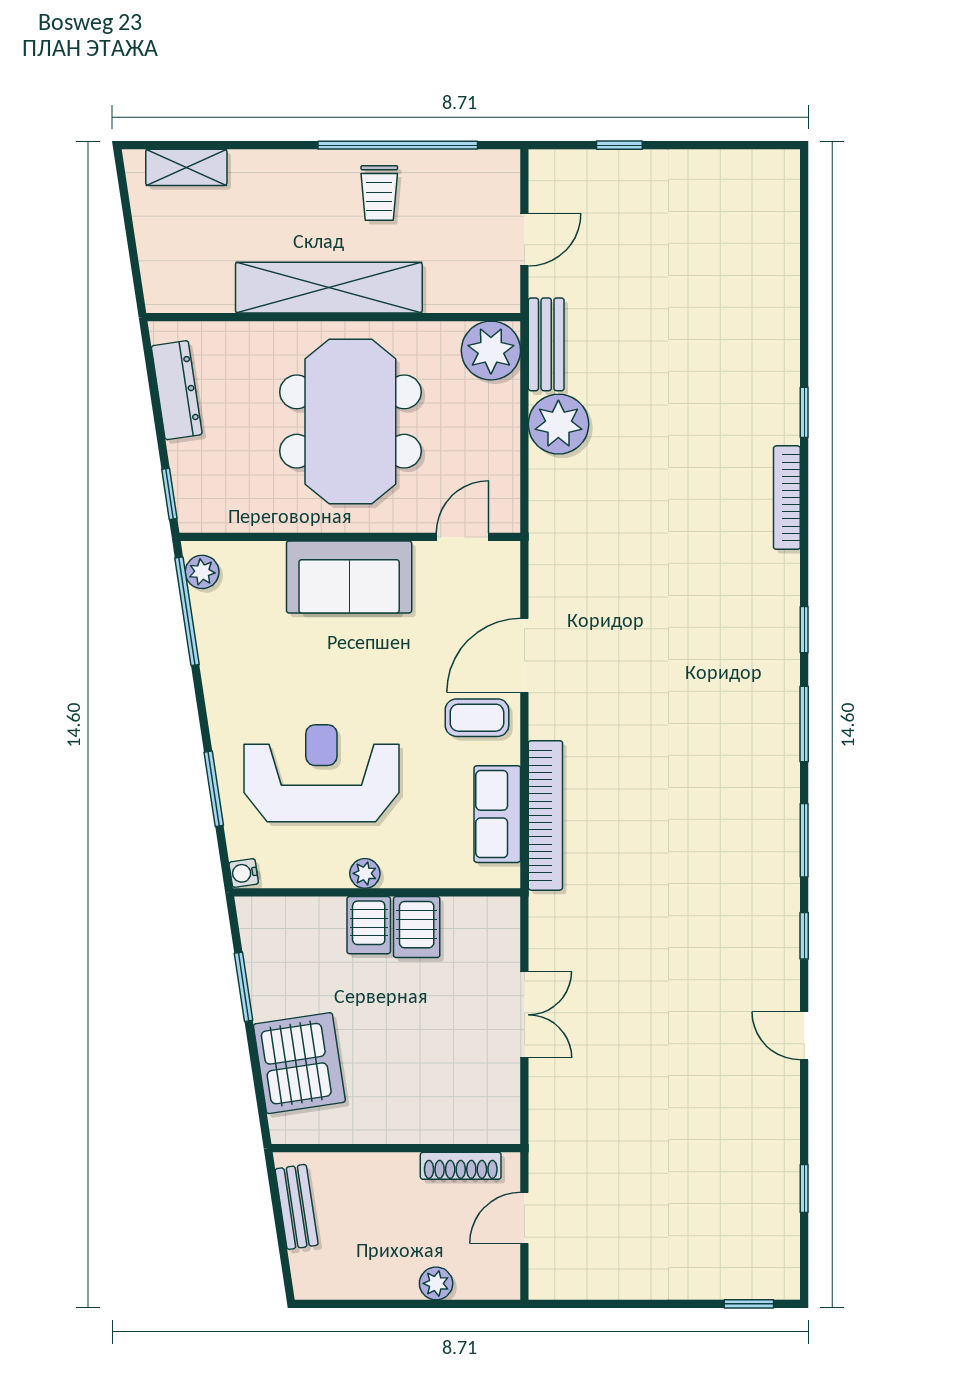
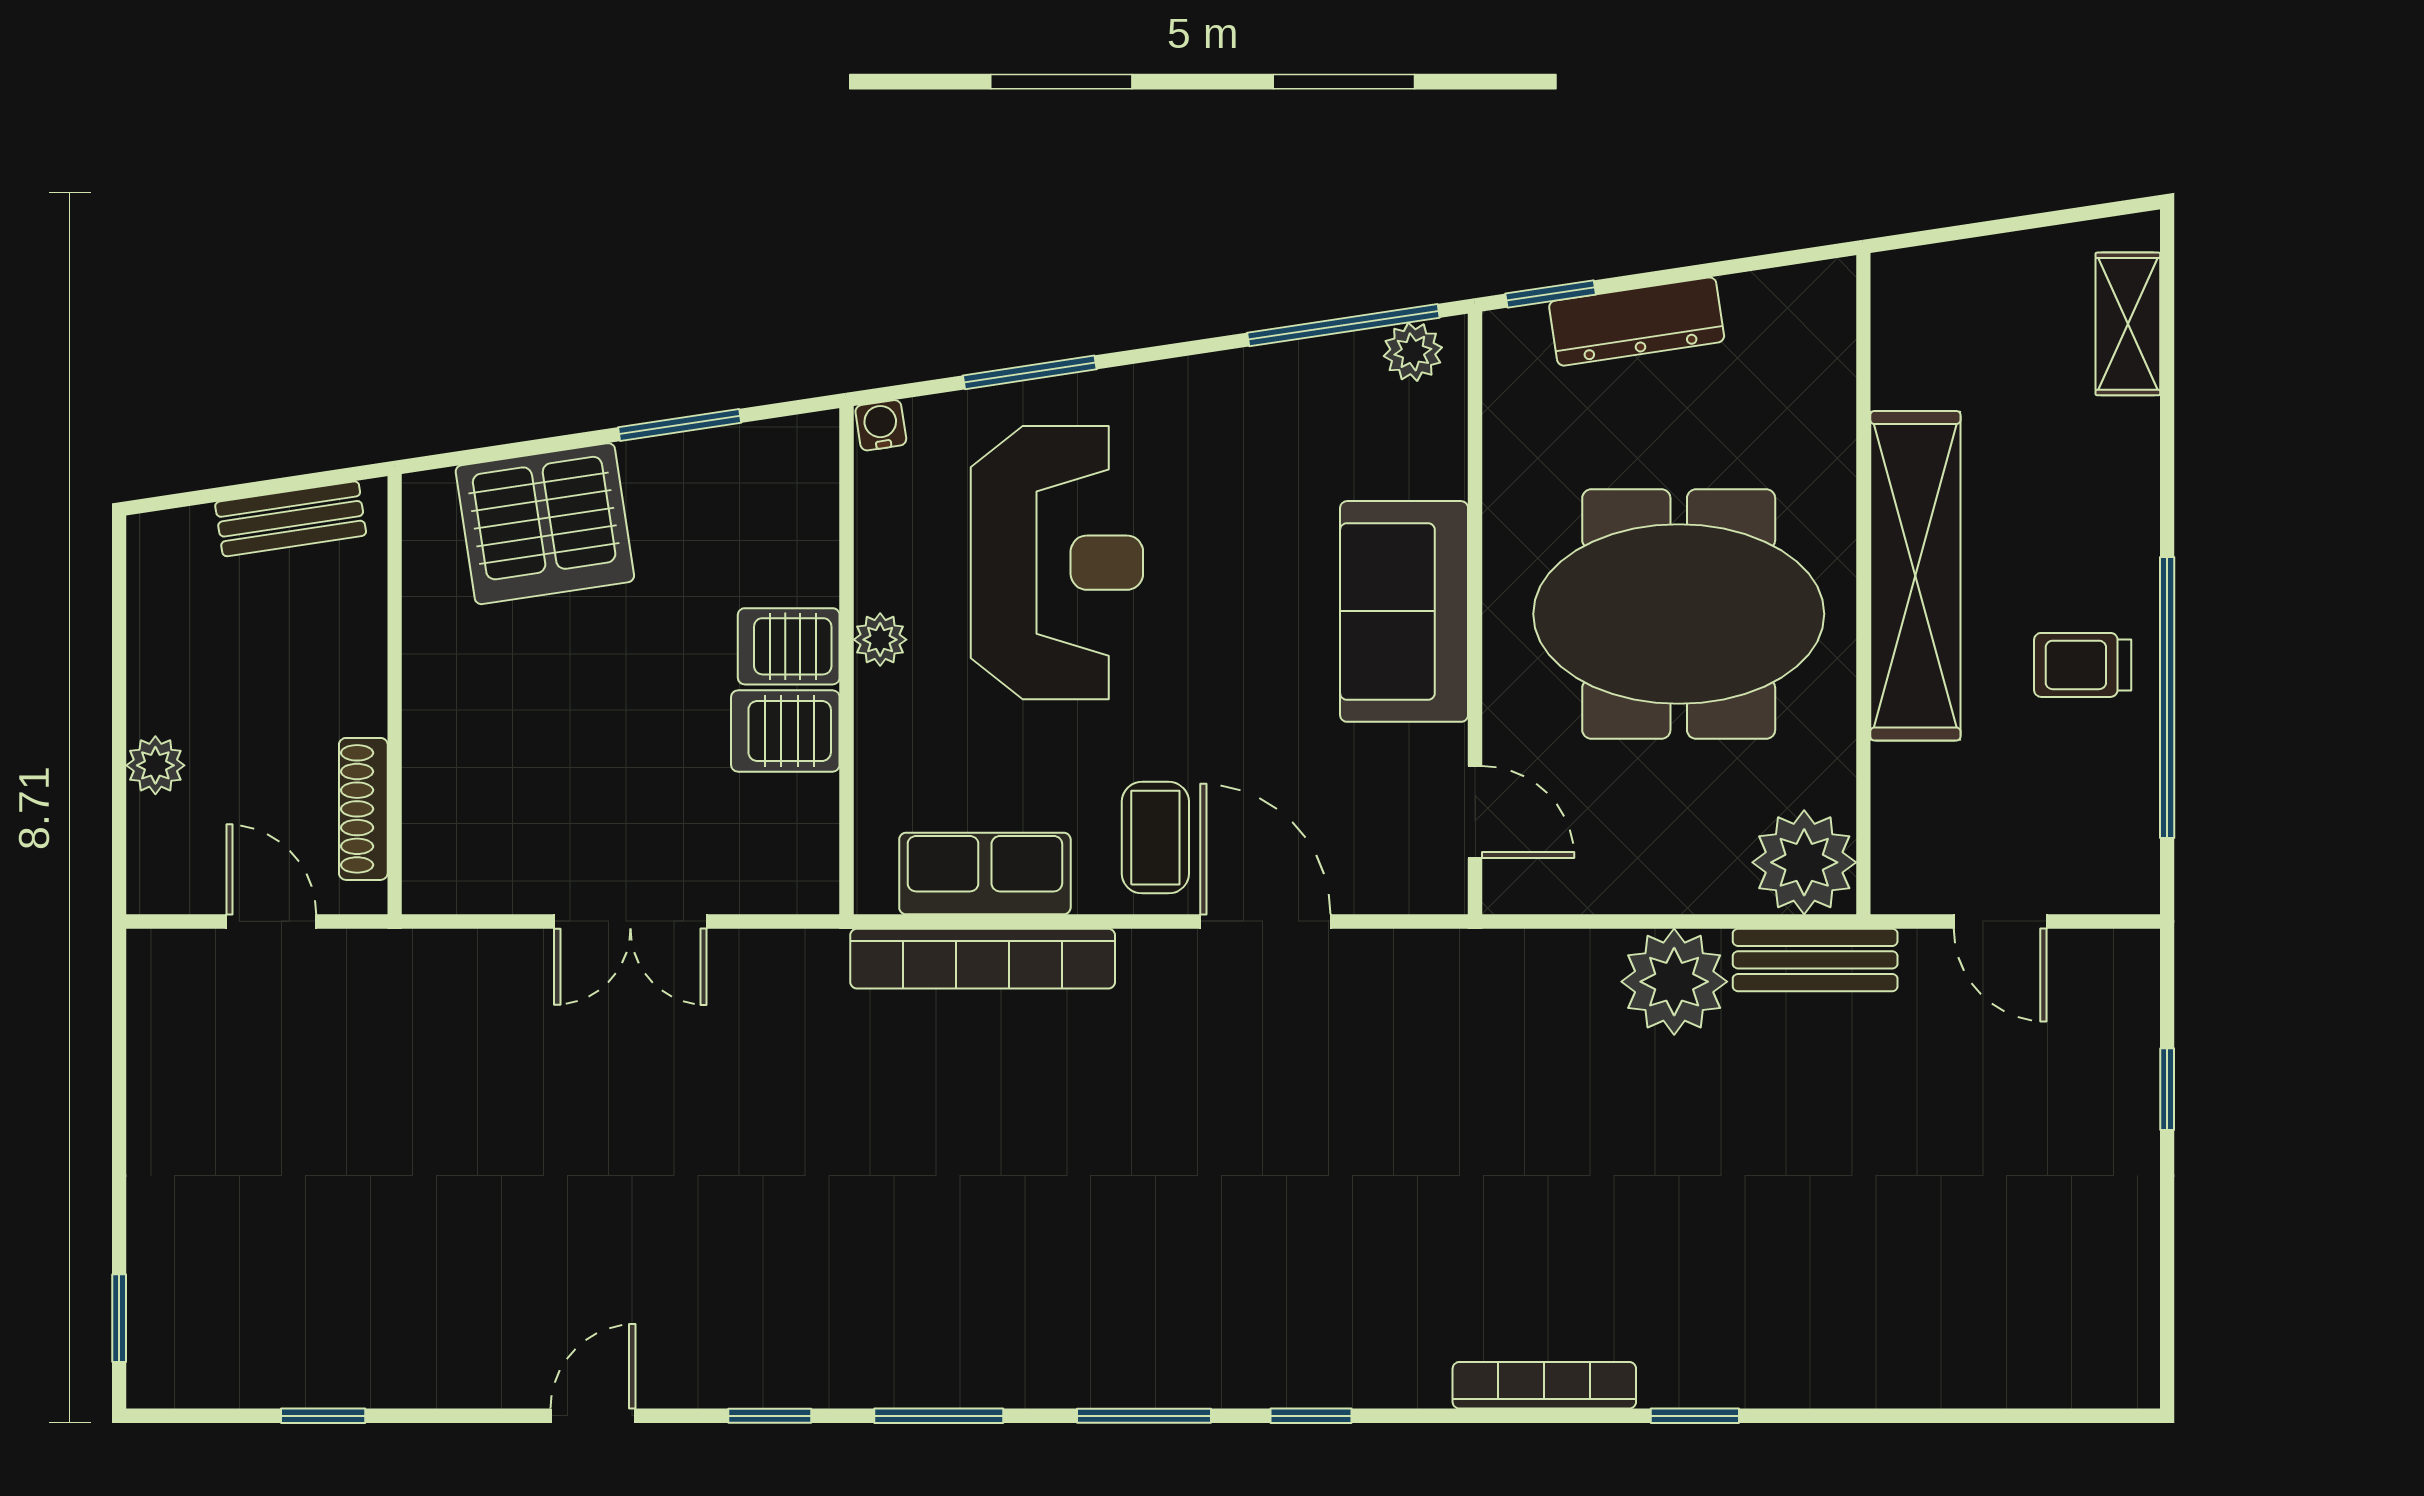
dresser: (177, 390) -> (1637, 322), moved

